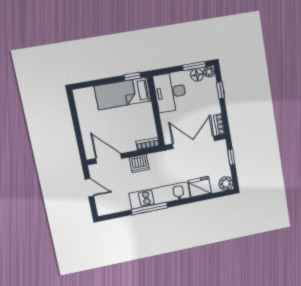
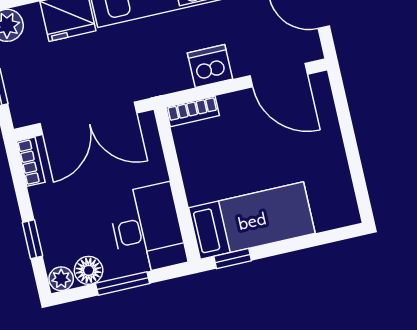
window: (194, 66) -> (123, 283), moved

